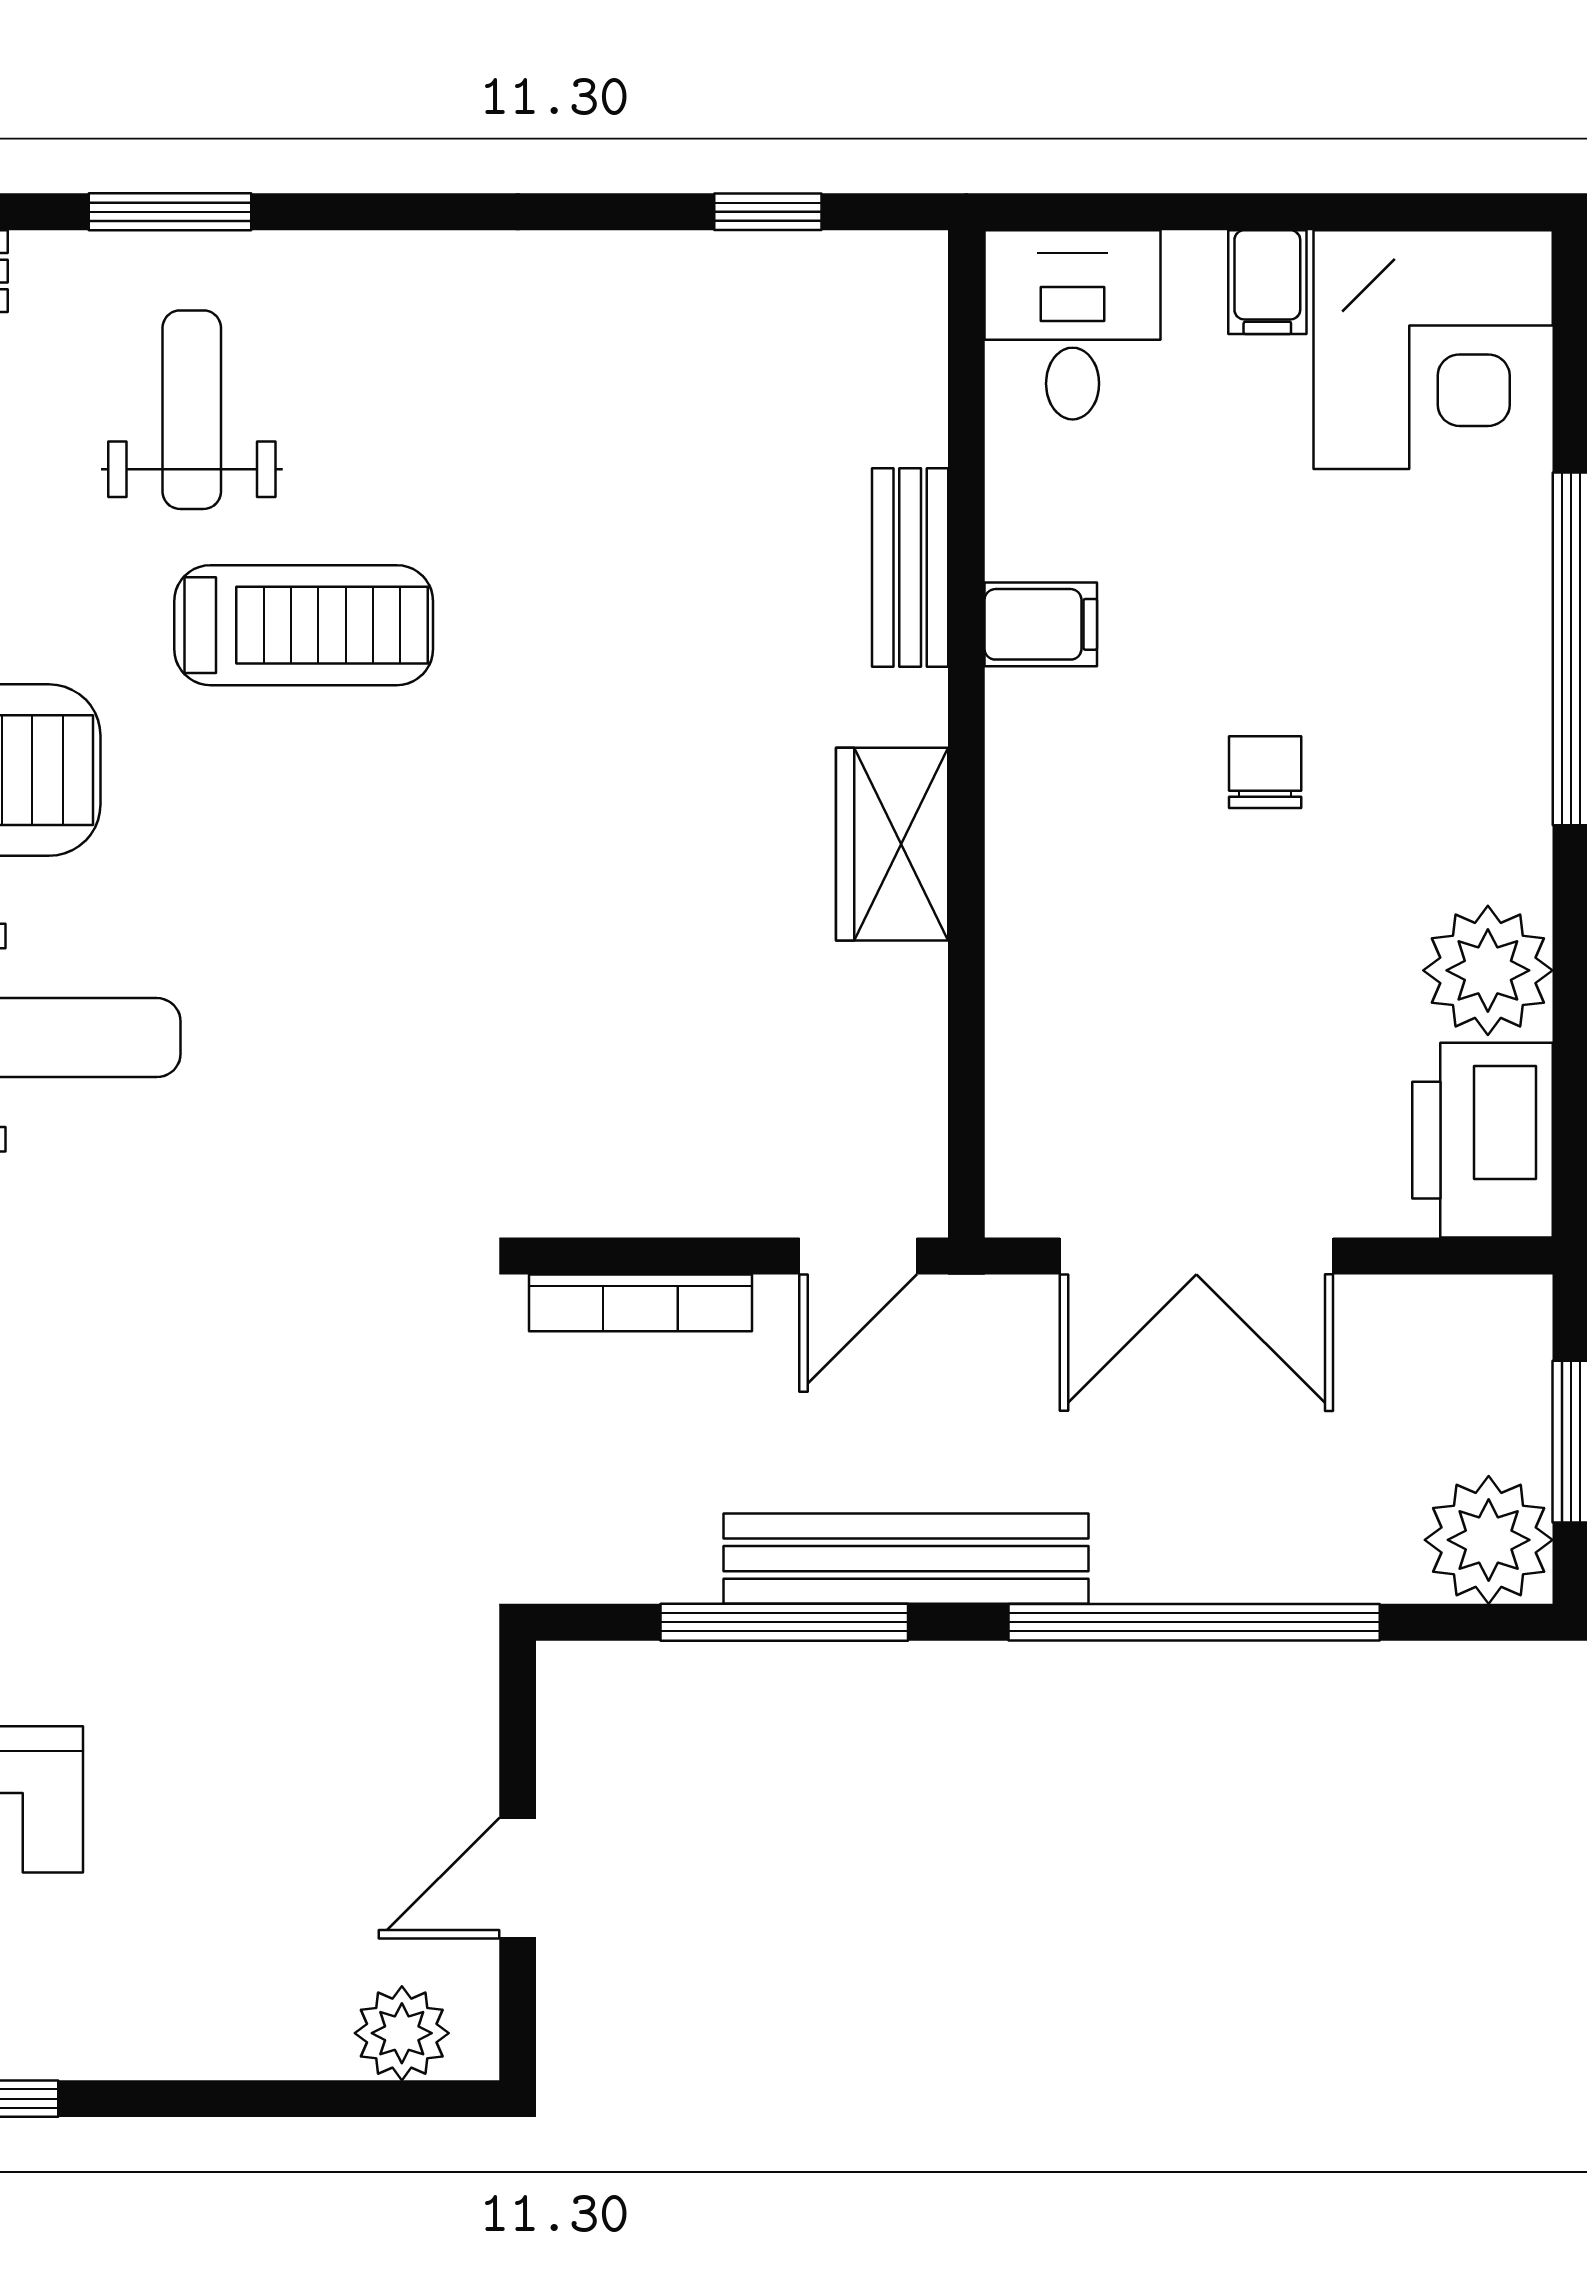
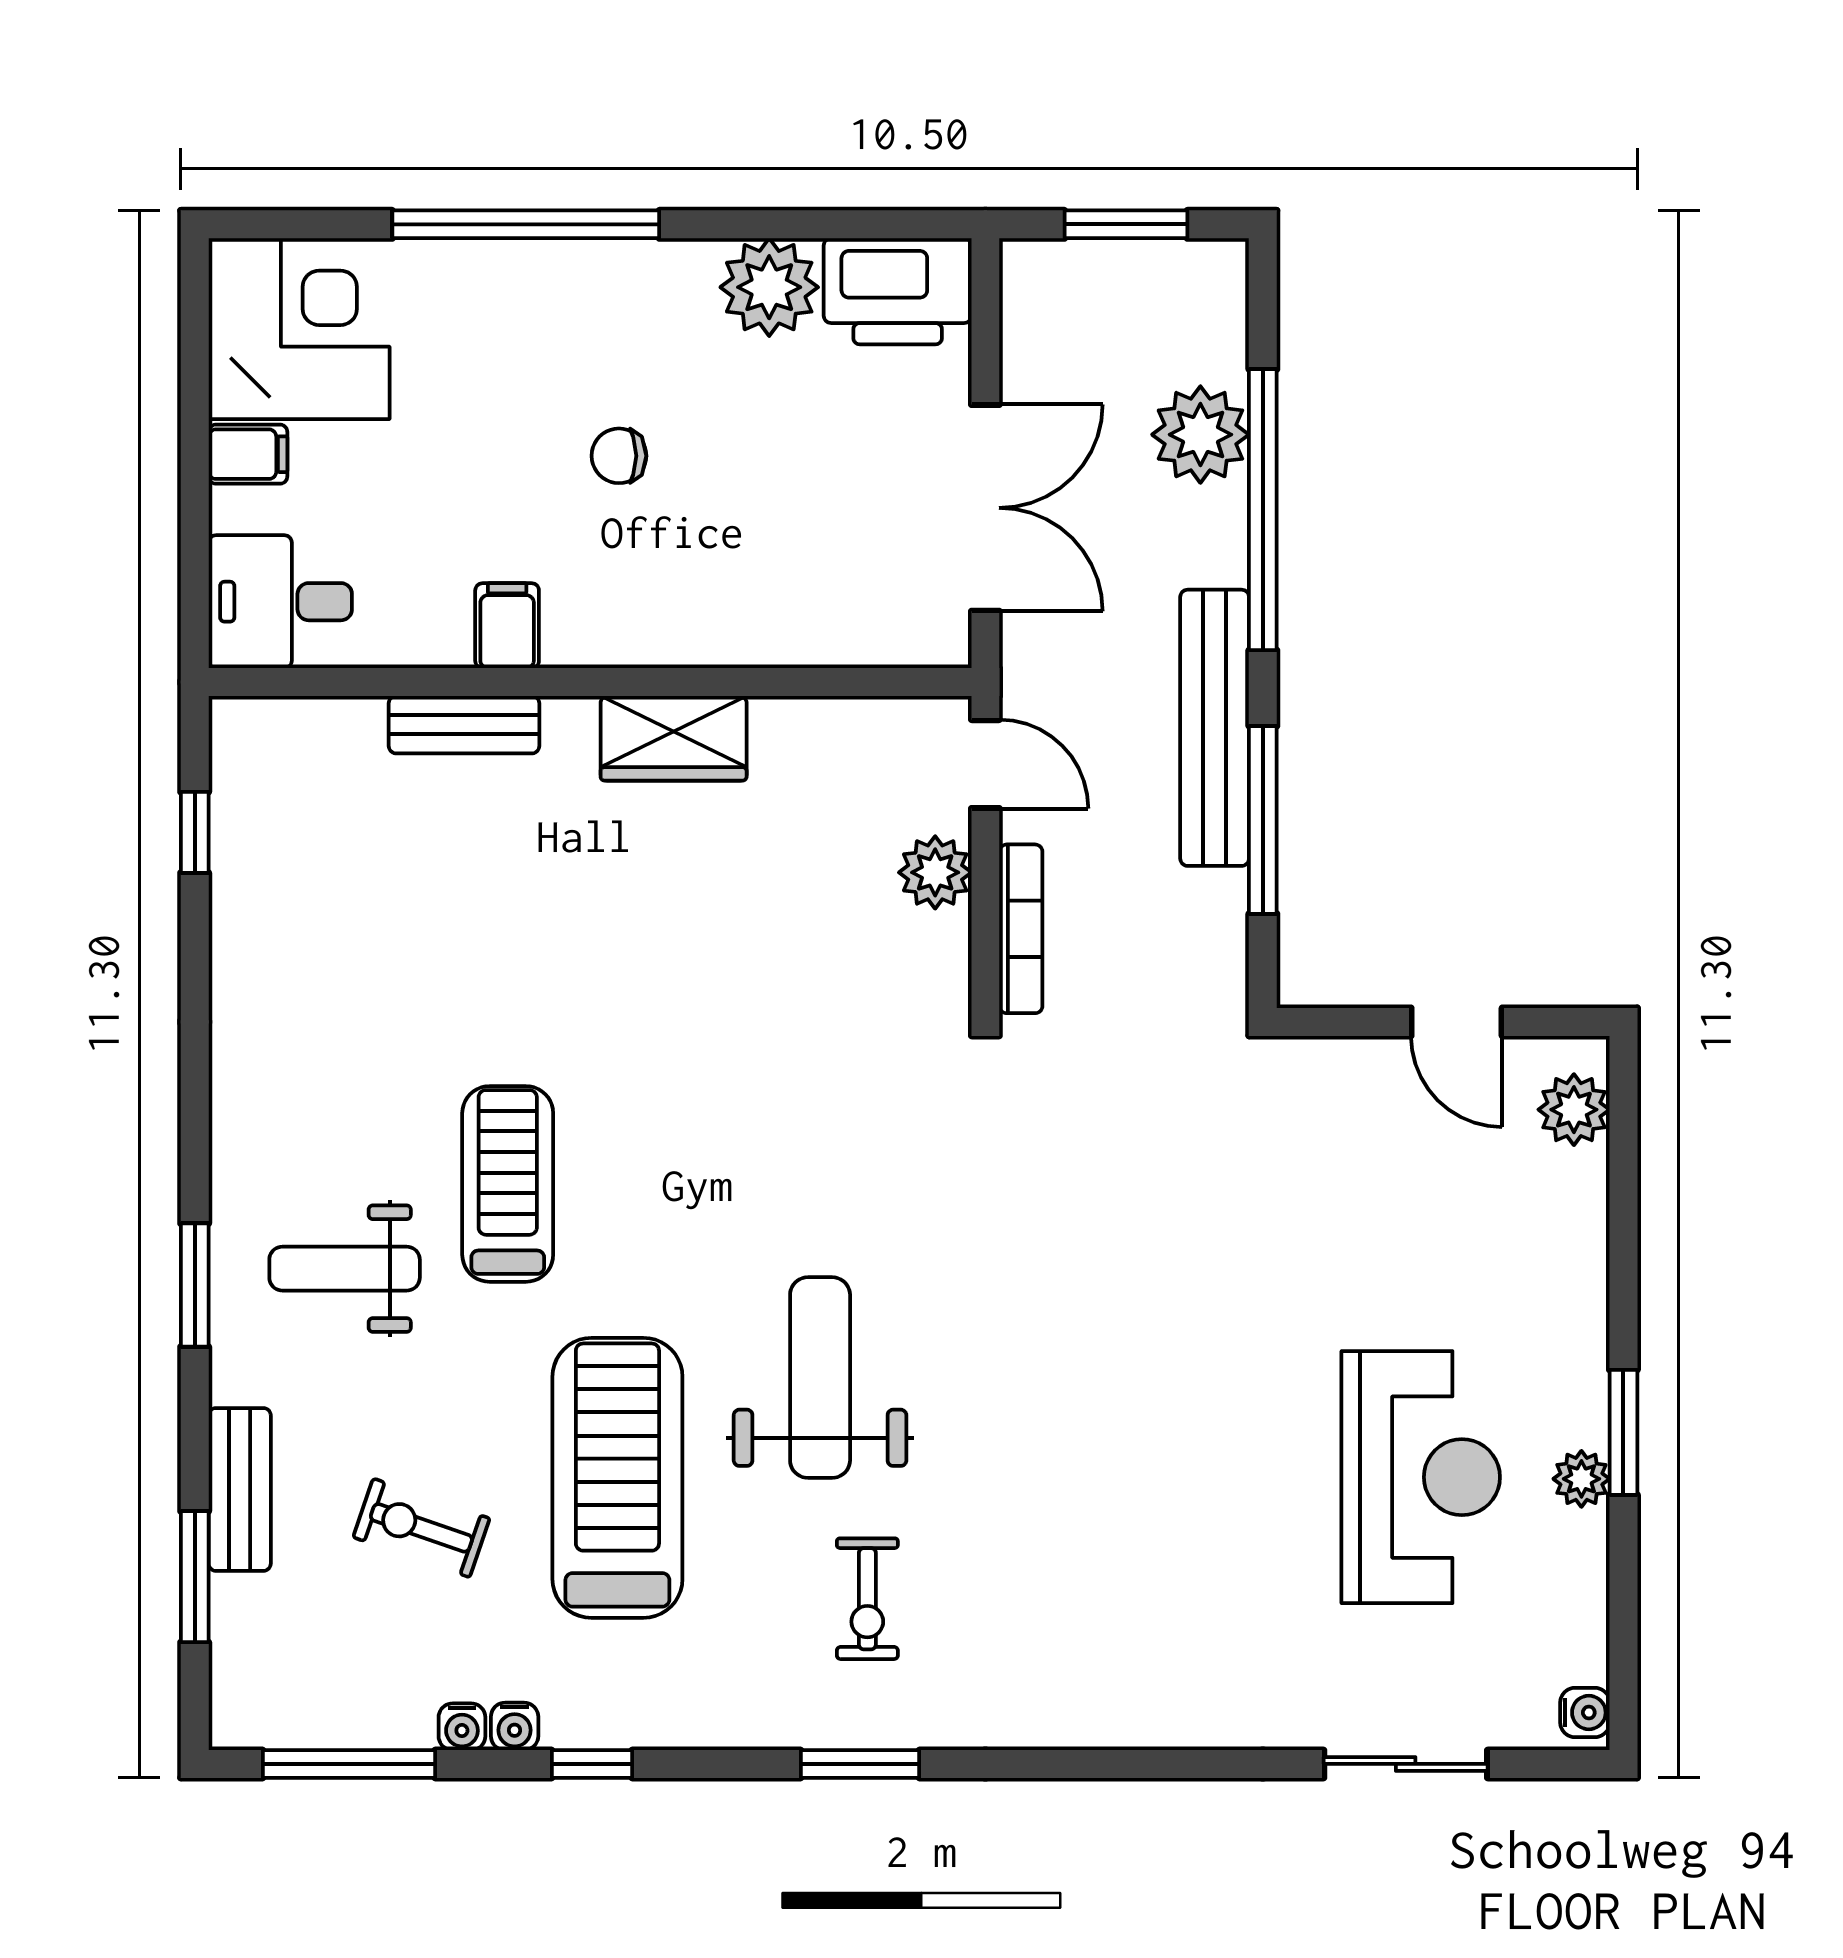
plant: (715, 1190) -> (935, 872), added
plant: (1489, 1540) -> (1200, 435), moved

